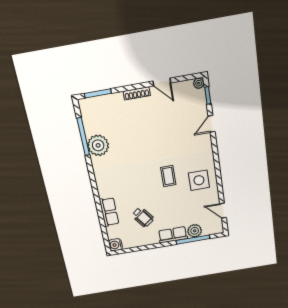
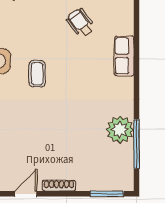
door: (162, 82) -> (26, 194), hinge flipped
row of seats: (109, 212) -> (124, 56), moved

